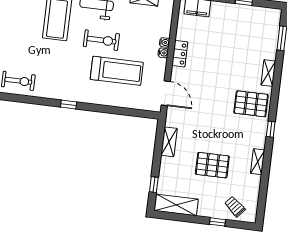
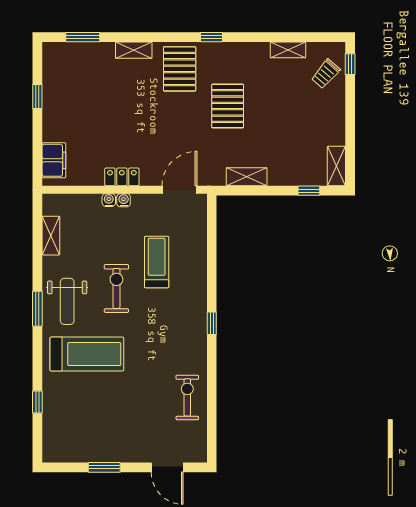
treadmill: (117, 71) -> (157, 262), width x0.73, depth x0.73
shelving: (258, 162) -> (288, 50), moved
pallet: (212, 165) -> (228, 106), moved
shelving: (176, 205) -> (336, 166), width x0.67, depth x0.75
window: (218, 222) -> (350, 64), moved

